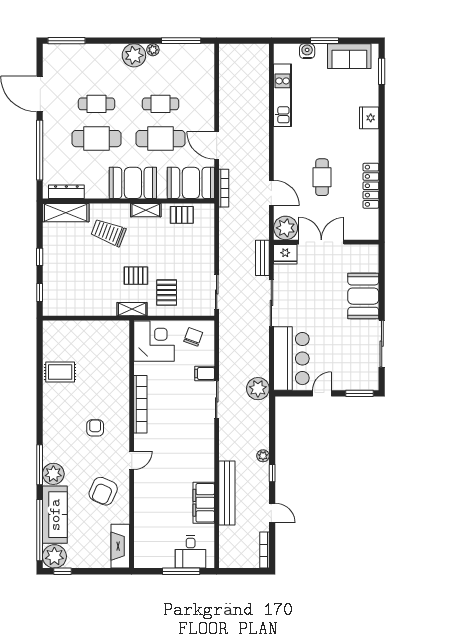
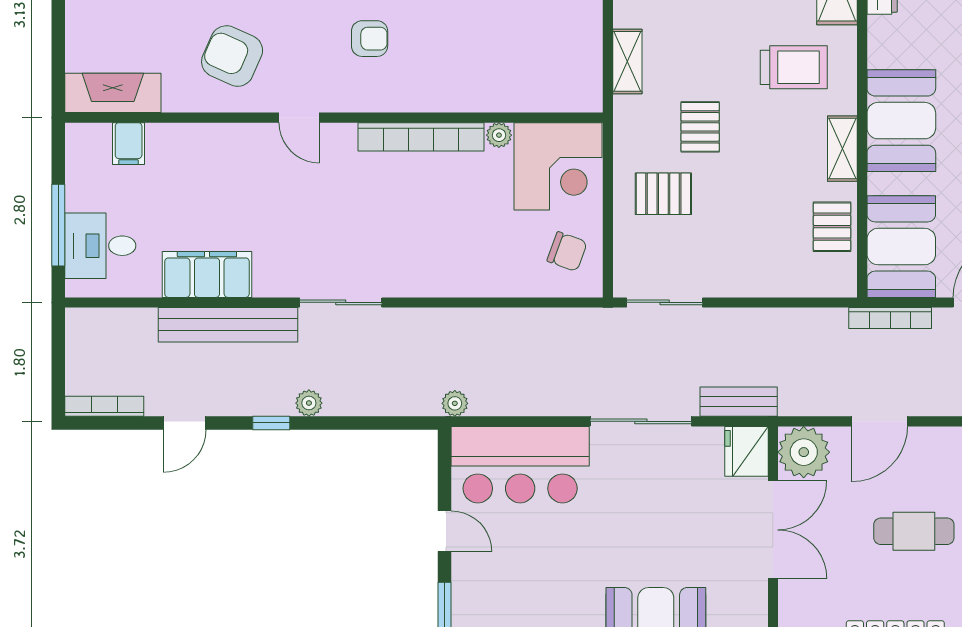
trolley: (108, 232) -> (794, 67), turned 69
shelving: (132, 309) -> (627, 61), moved
plant: (140, 368) -> (499, 135), added
filing cabinet: (205, 374) -> (129, 144), moved, turned 180
plant: (258, 389) -> (455, 403), width x0.53, depth x0.53
sliding door: (217, 400) -> (341, 302), moved

